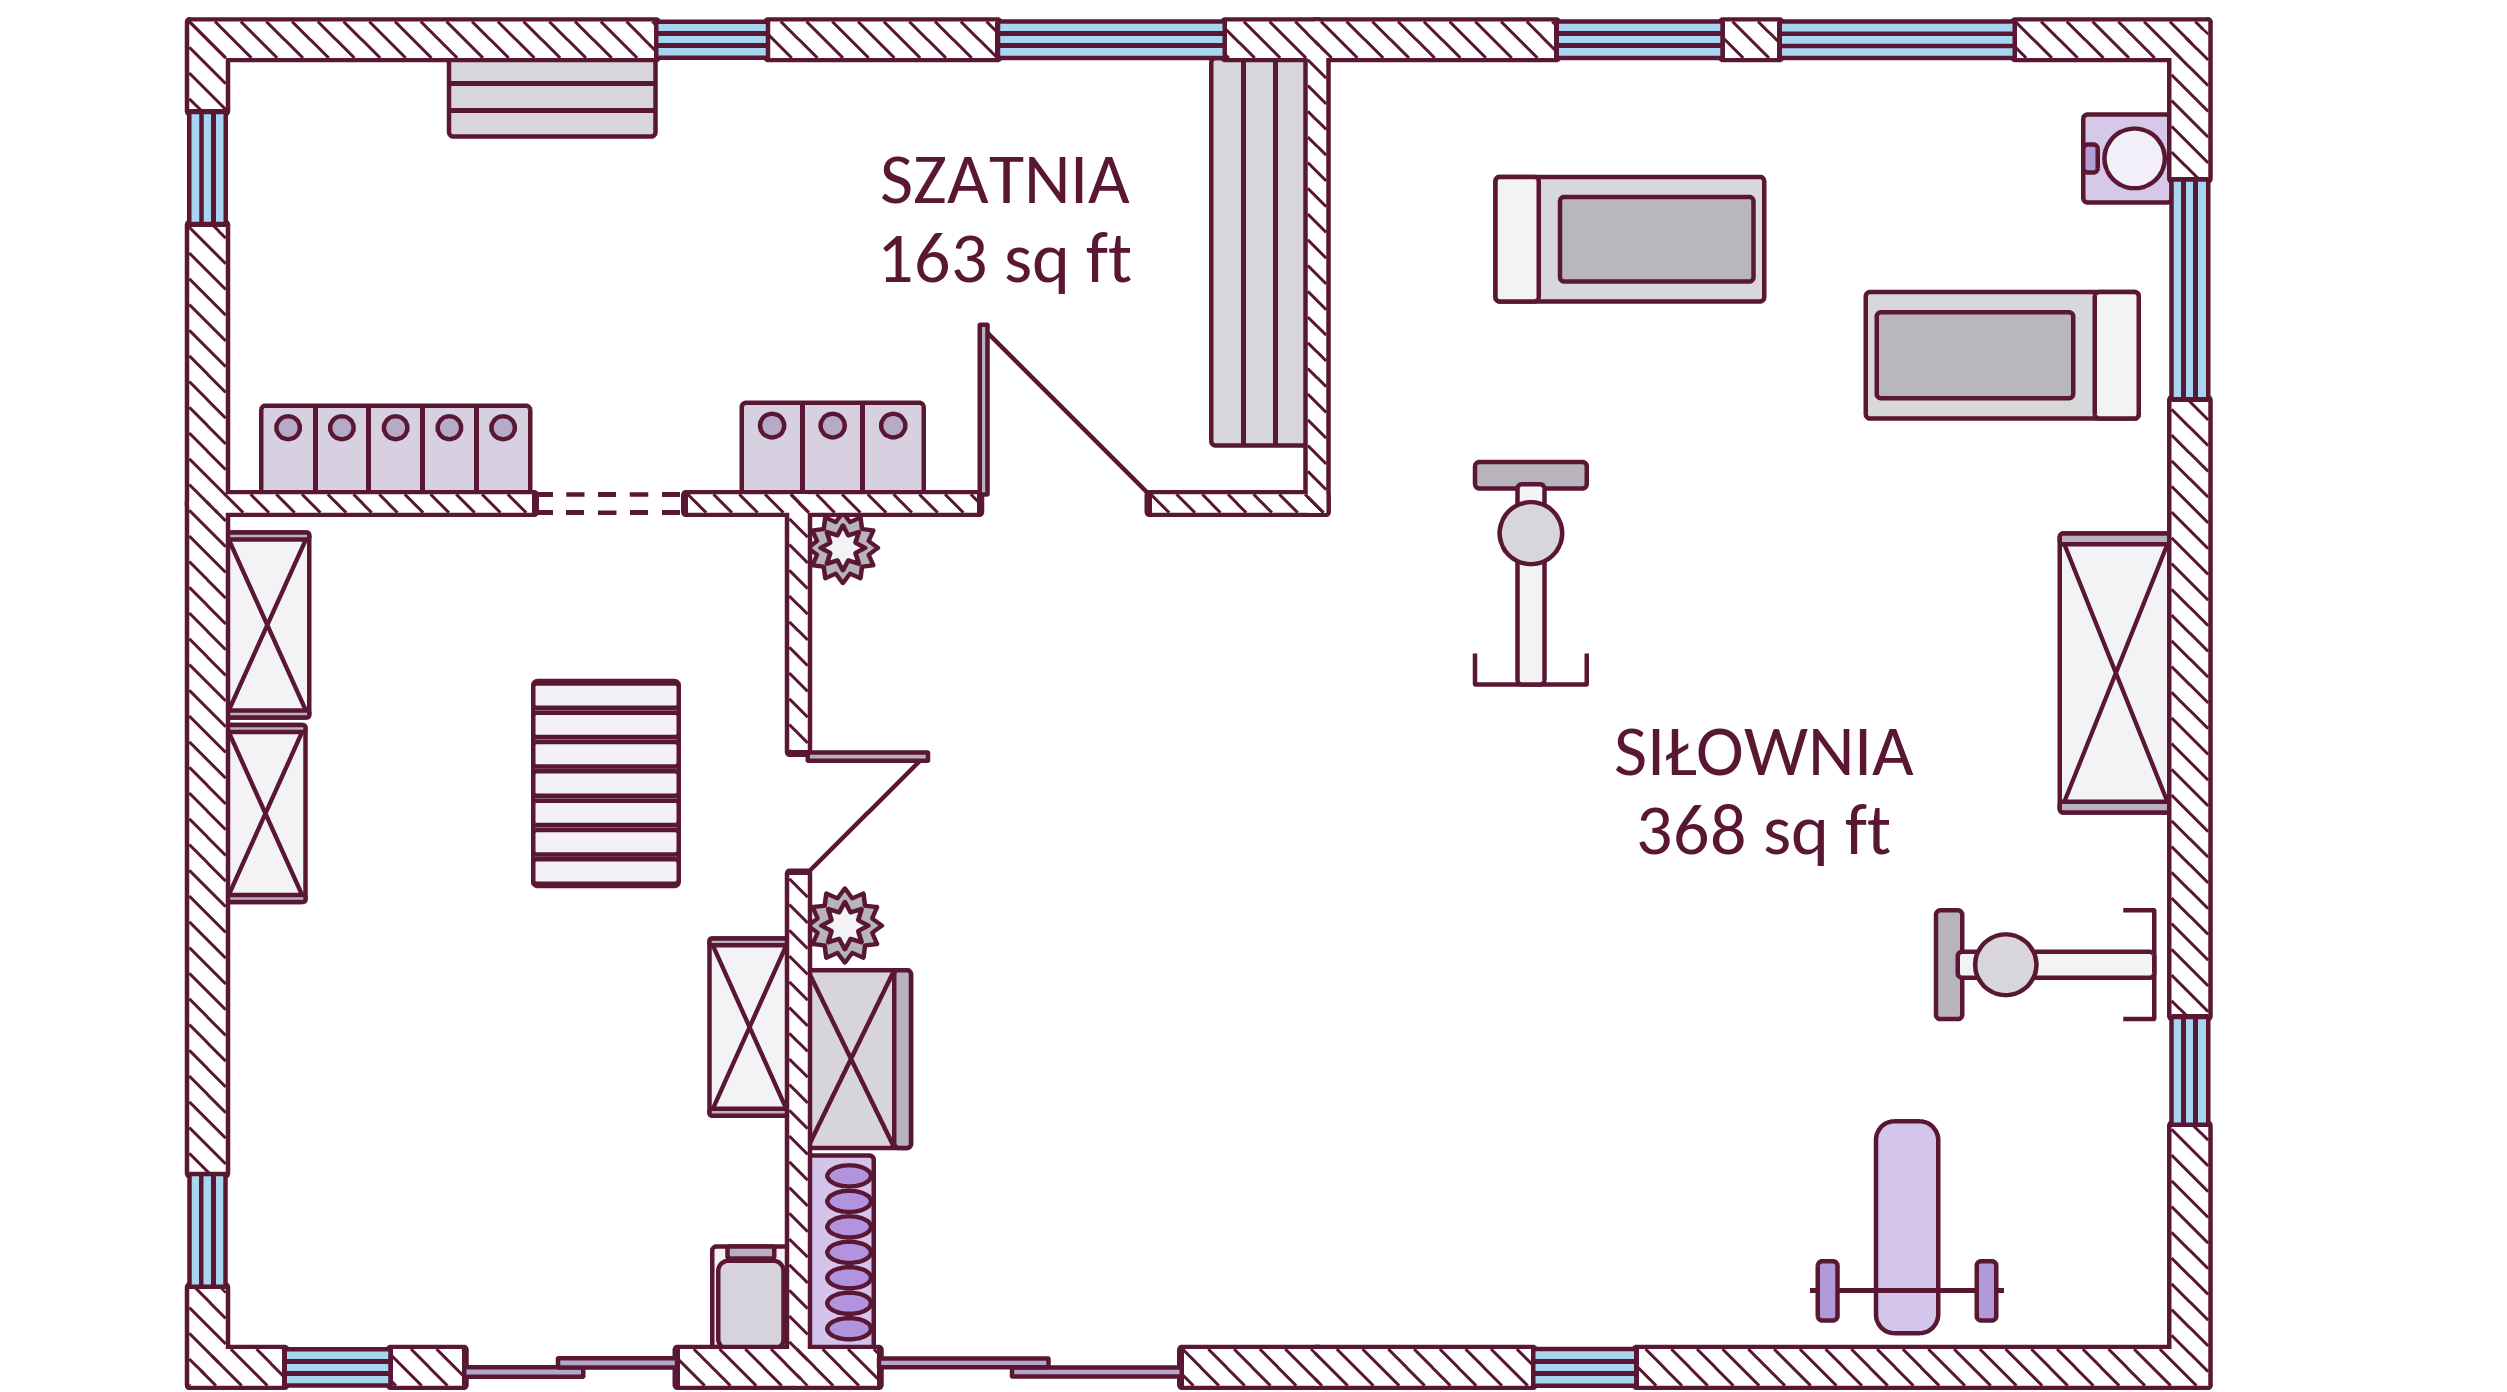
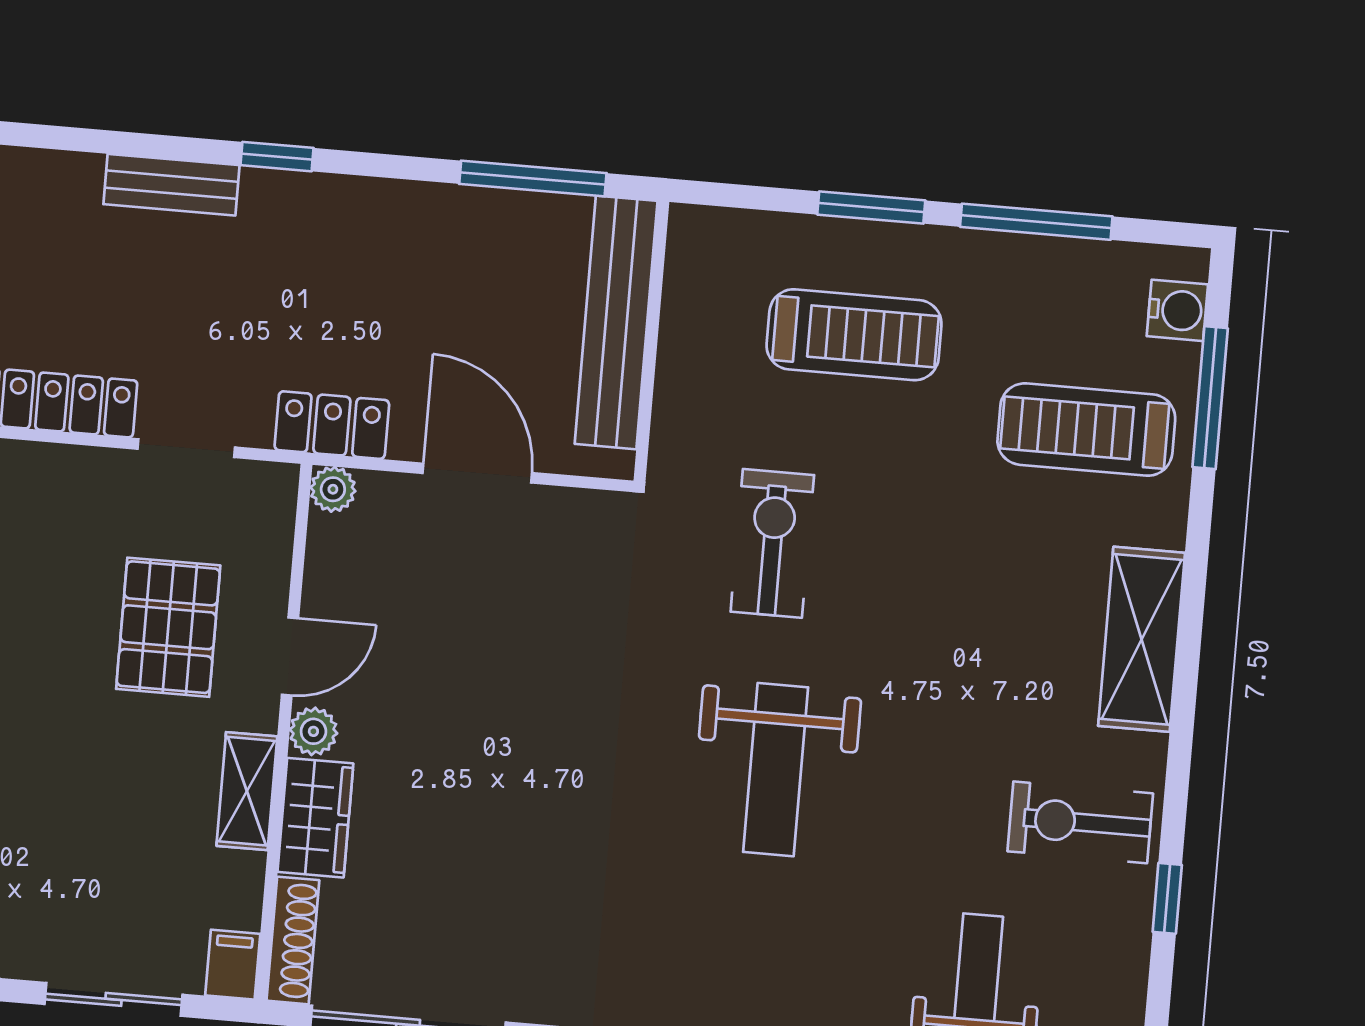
weight bench: (1566, 923) -> (776, 770), added

